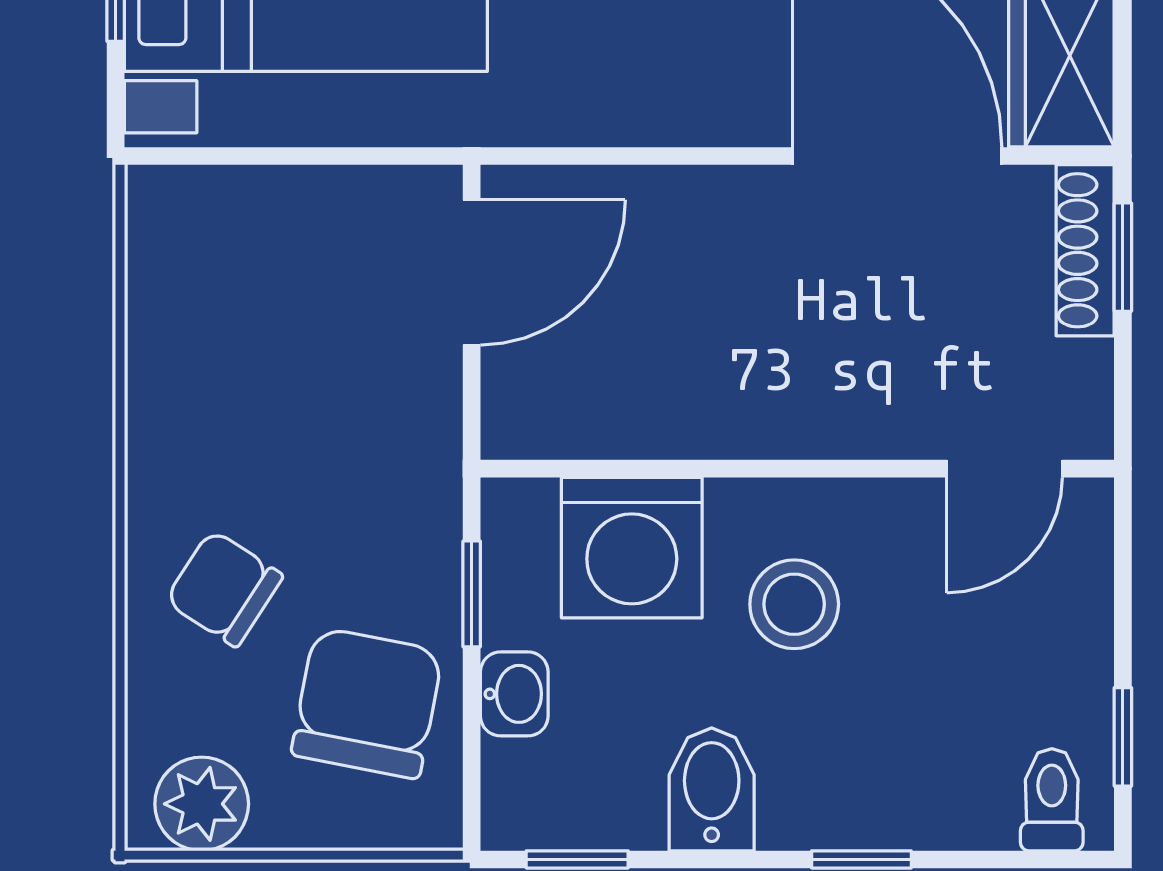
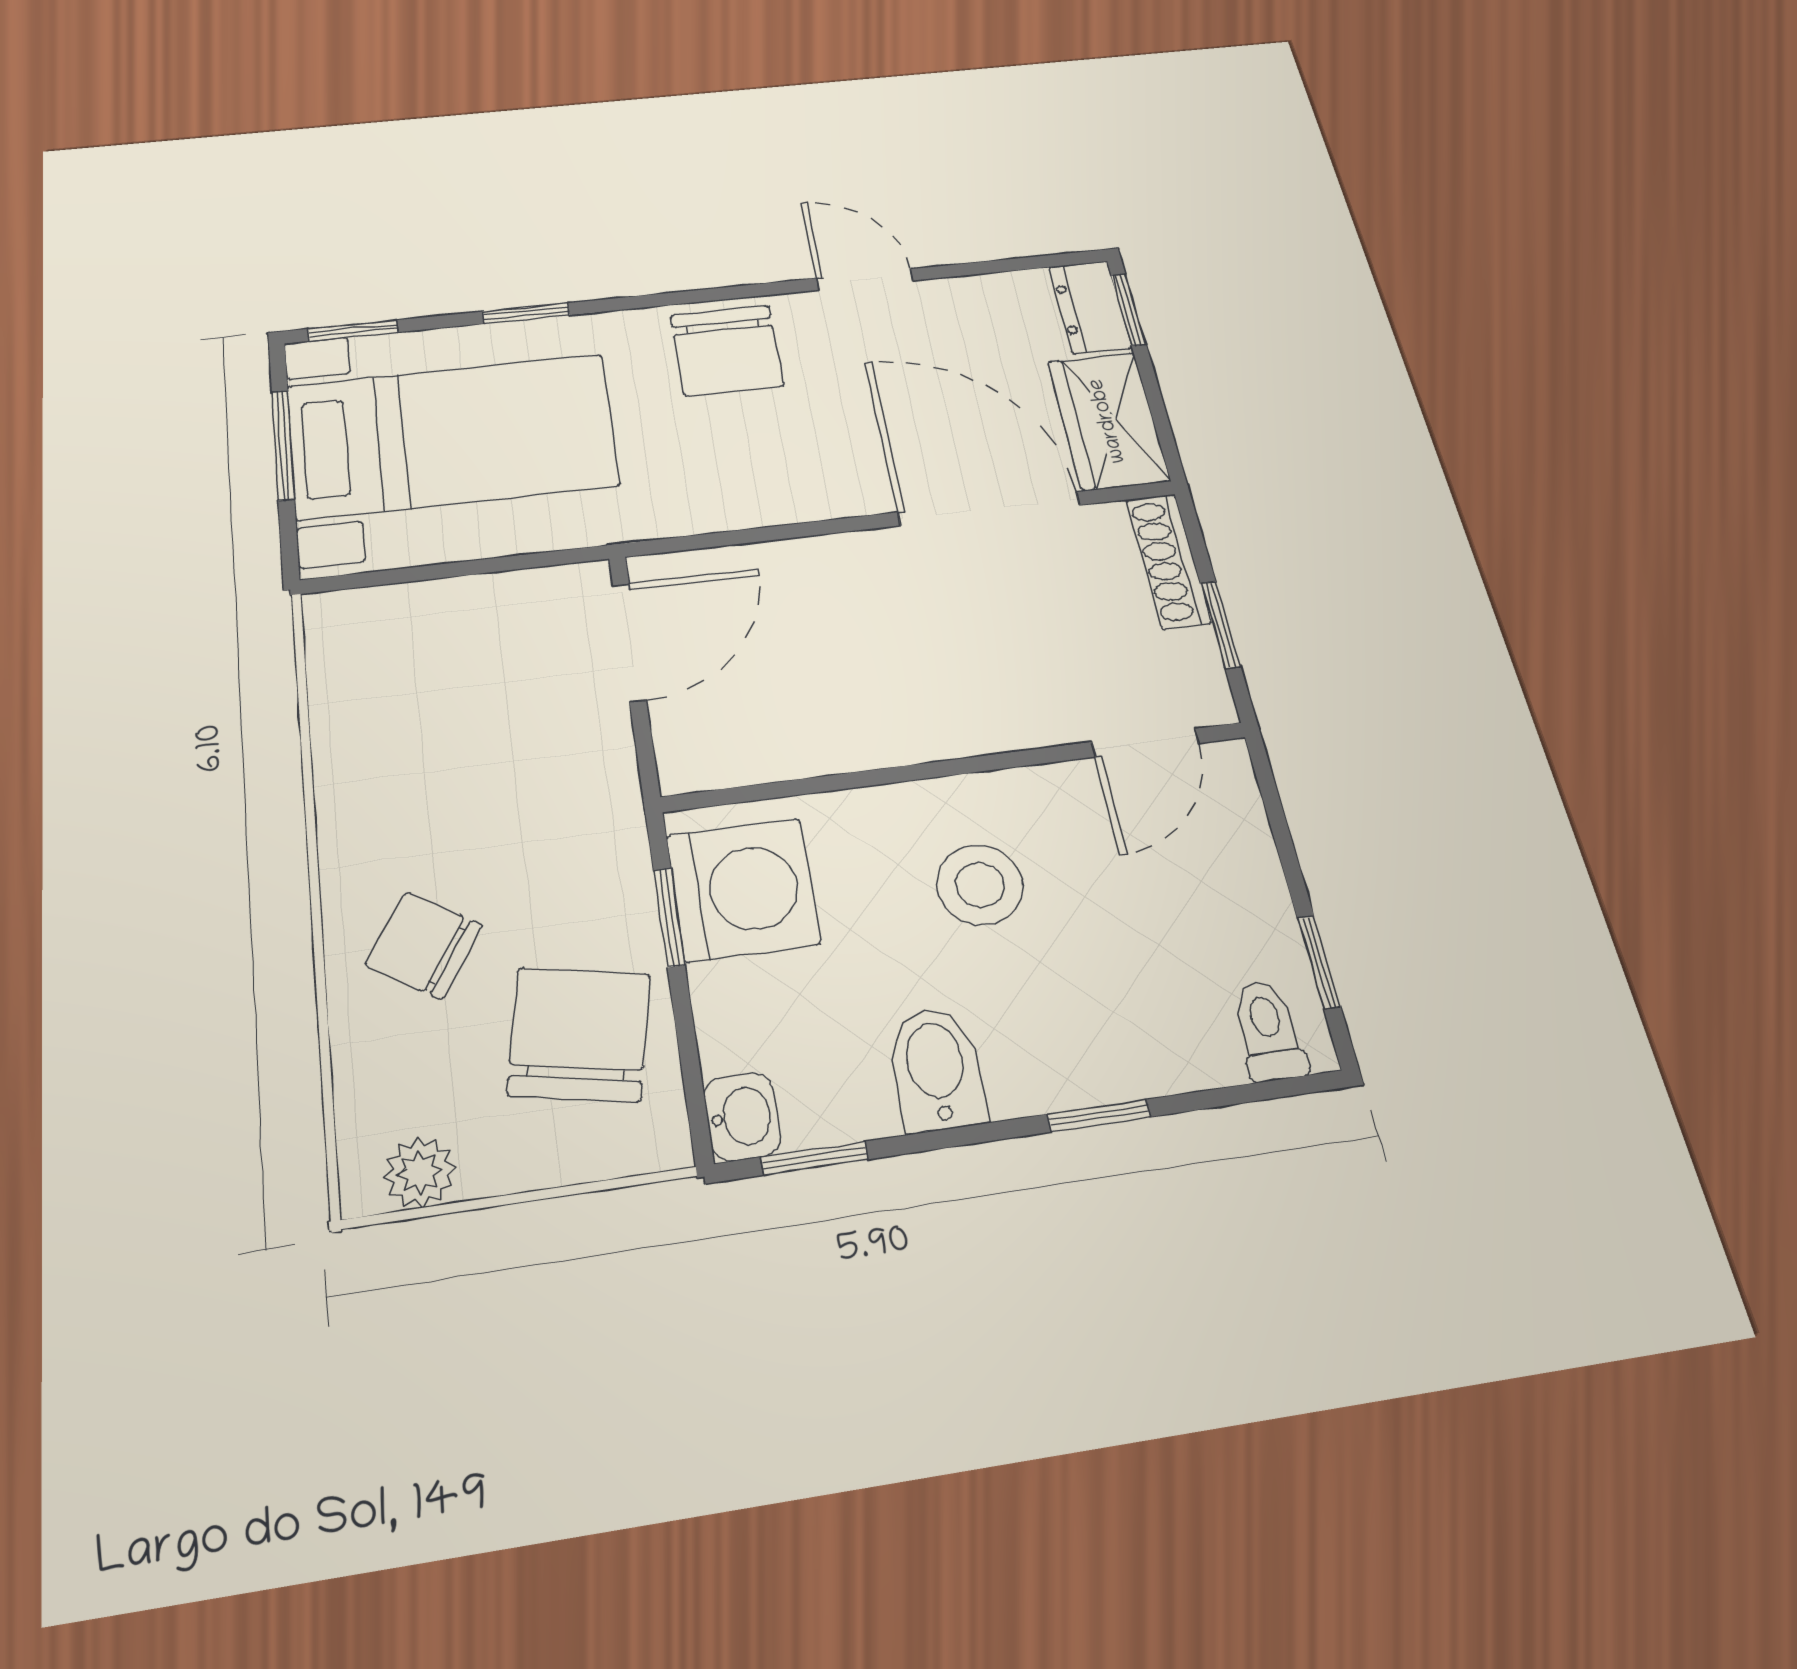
window: (1123, 257) -> (1220, 624), moved
washing machine: (632, 548) -> (743, 890), moved, turned -90
washbasin: (514, 694) -> (742, 1117), moved
plant: (202, 804) -> (420, 1172), width x0.73, depth x0.73

